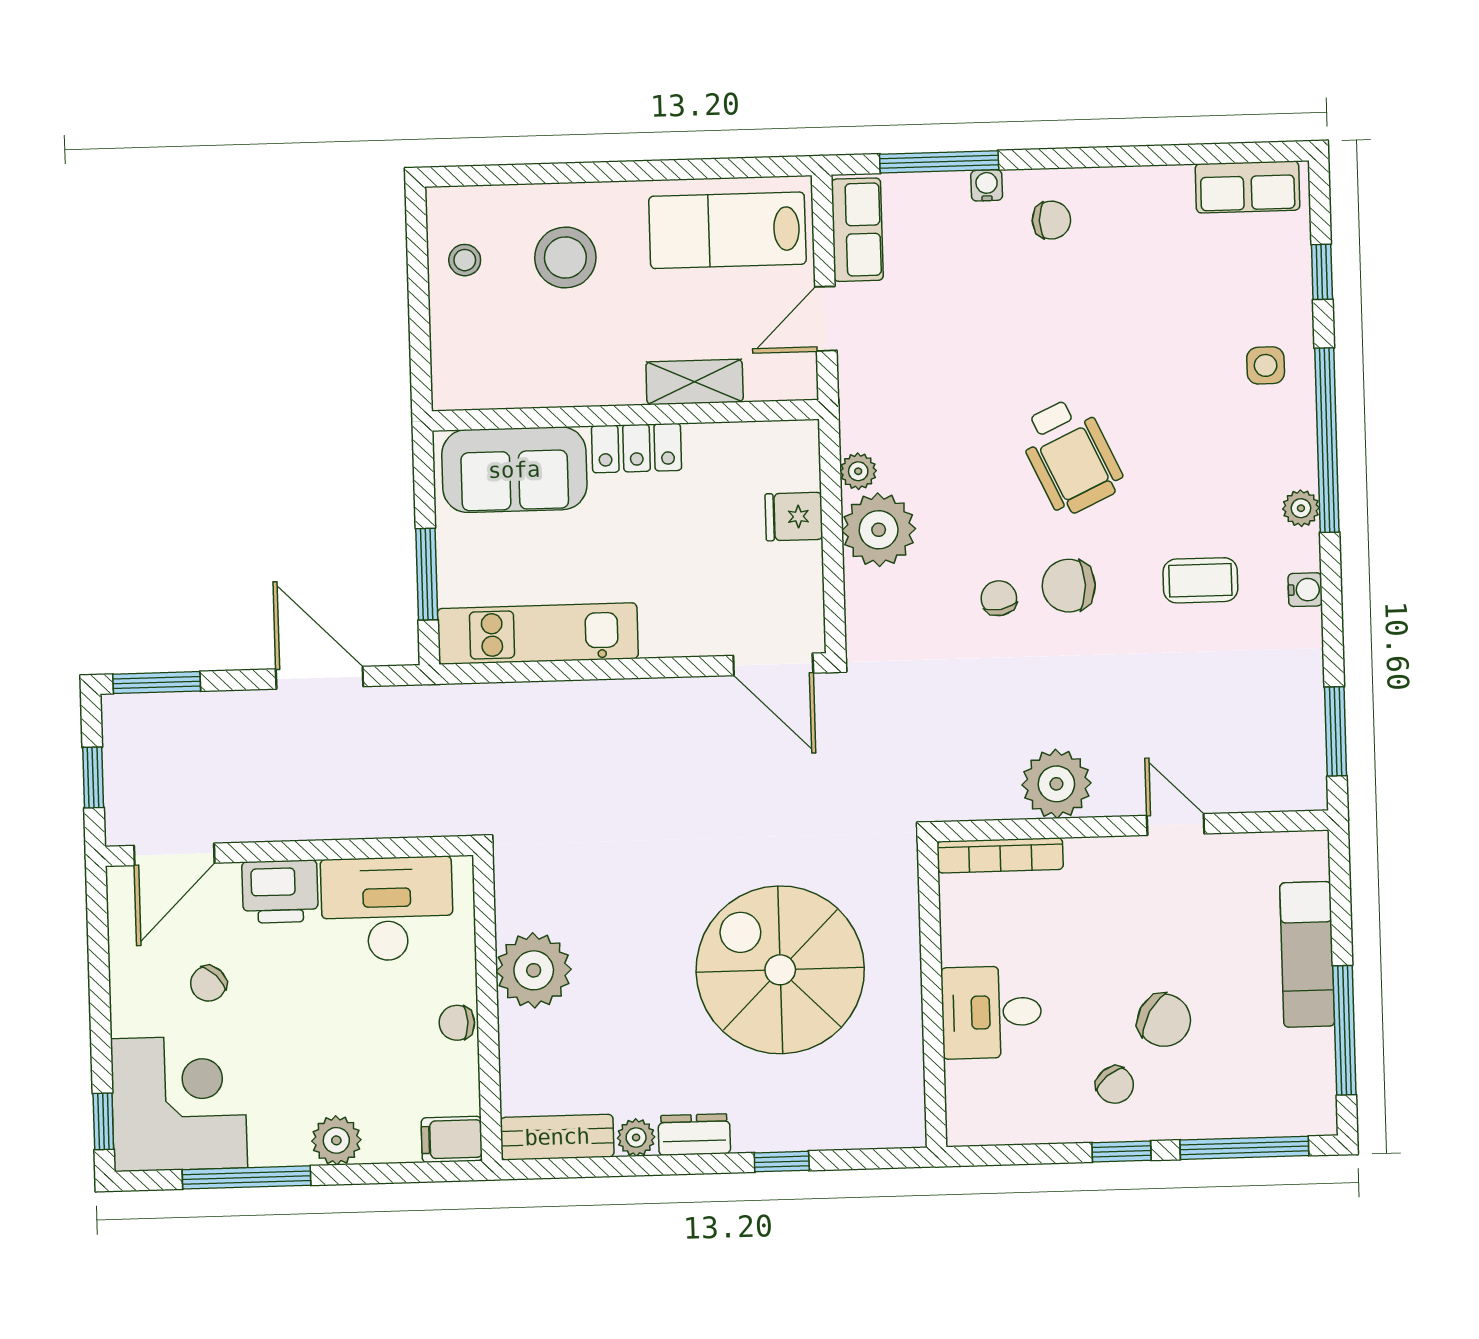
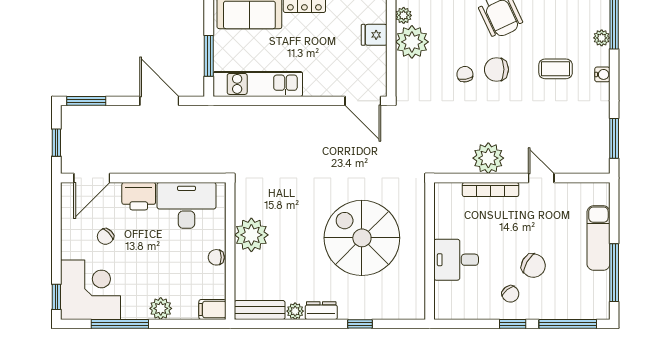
bookcase: (1000, 855) -> (491, 190), moved

